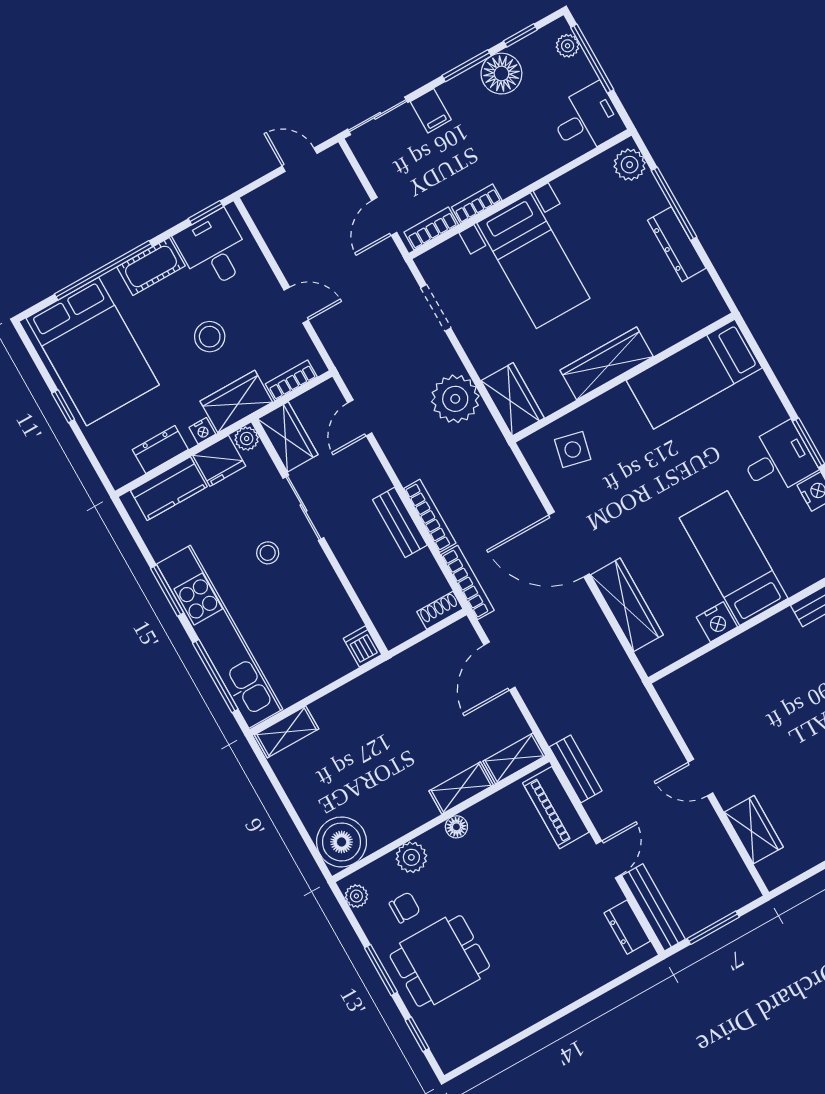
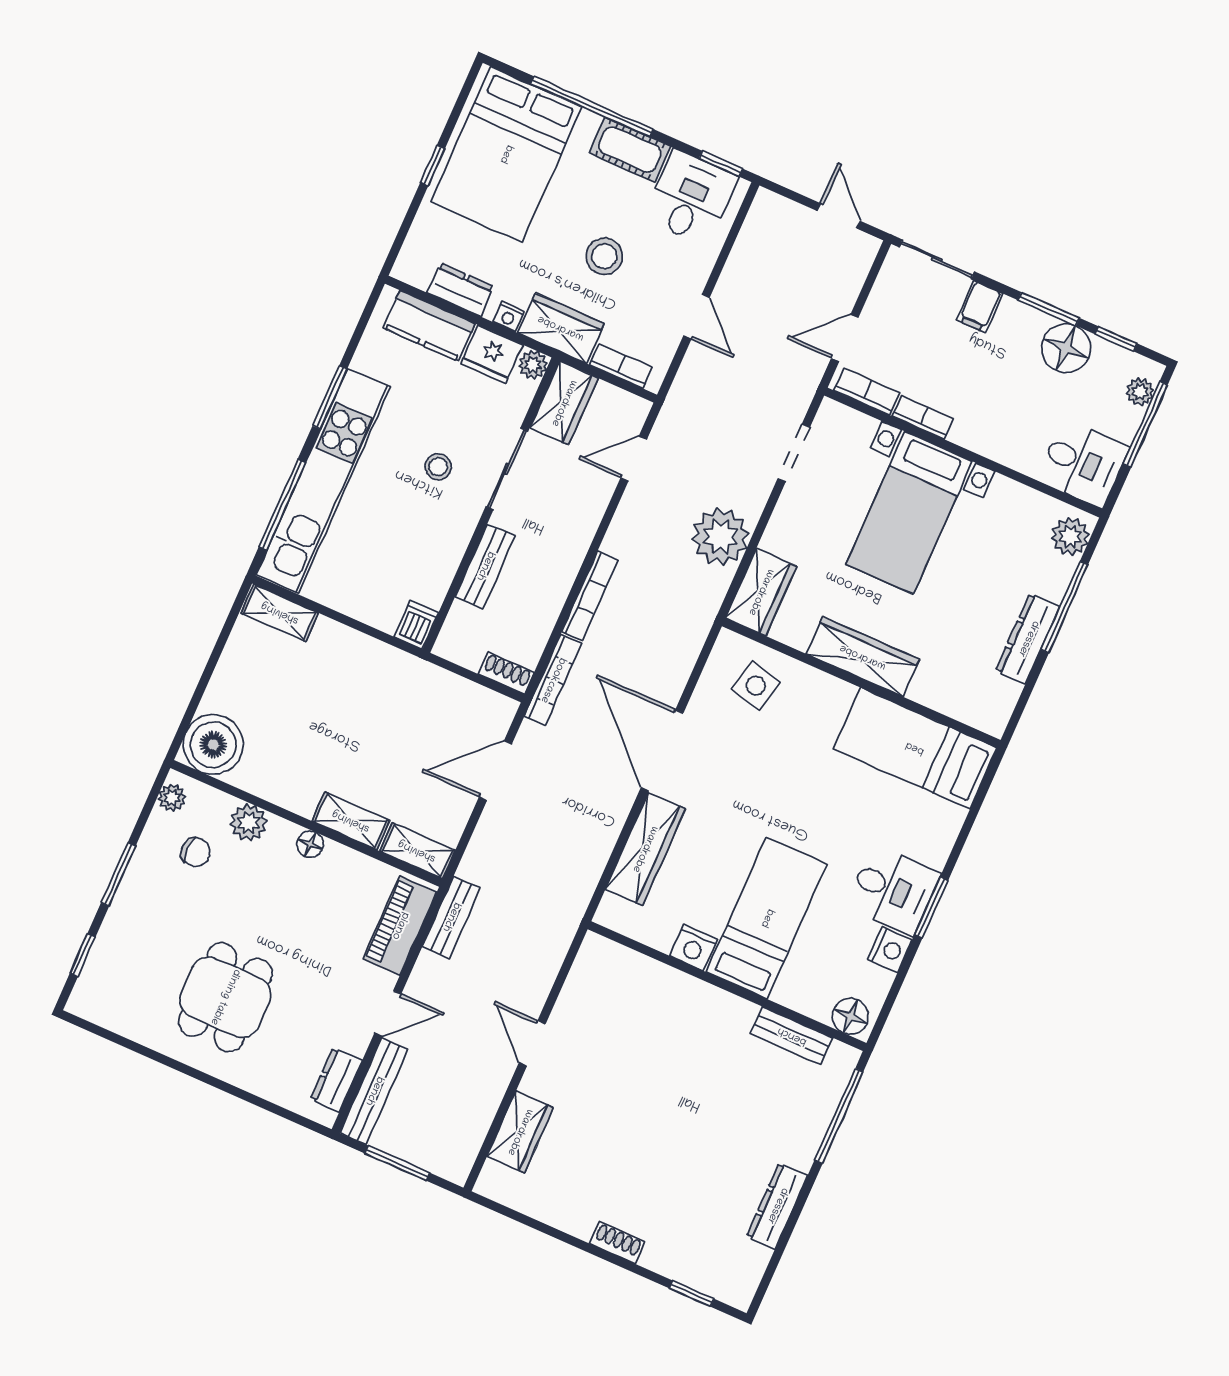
bench: (400, 522) -> (485, 566), moved
dining table: (440, 961) -> (225, 997), moved, turned 90

